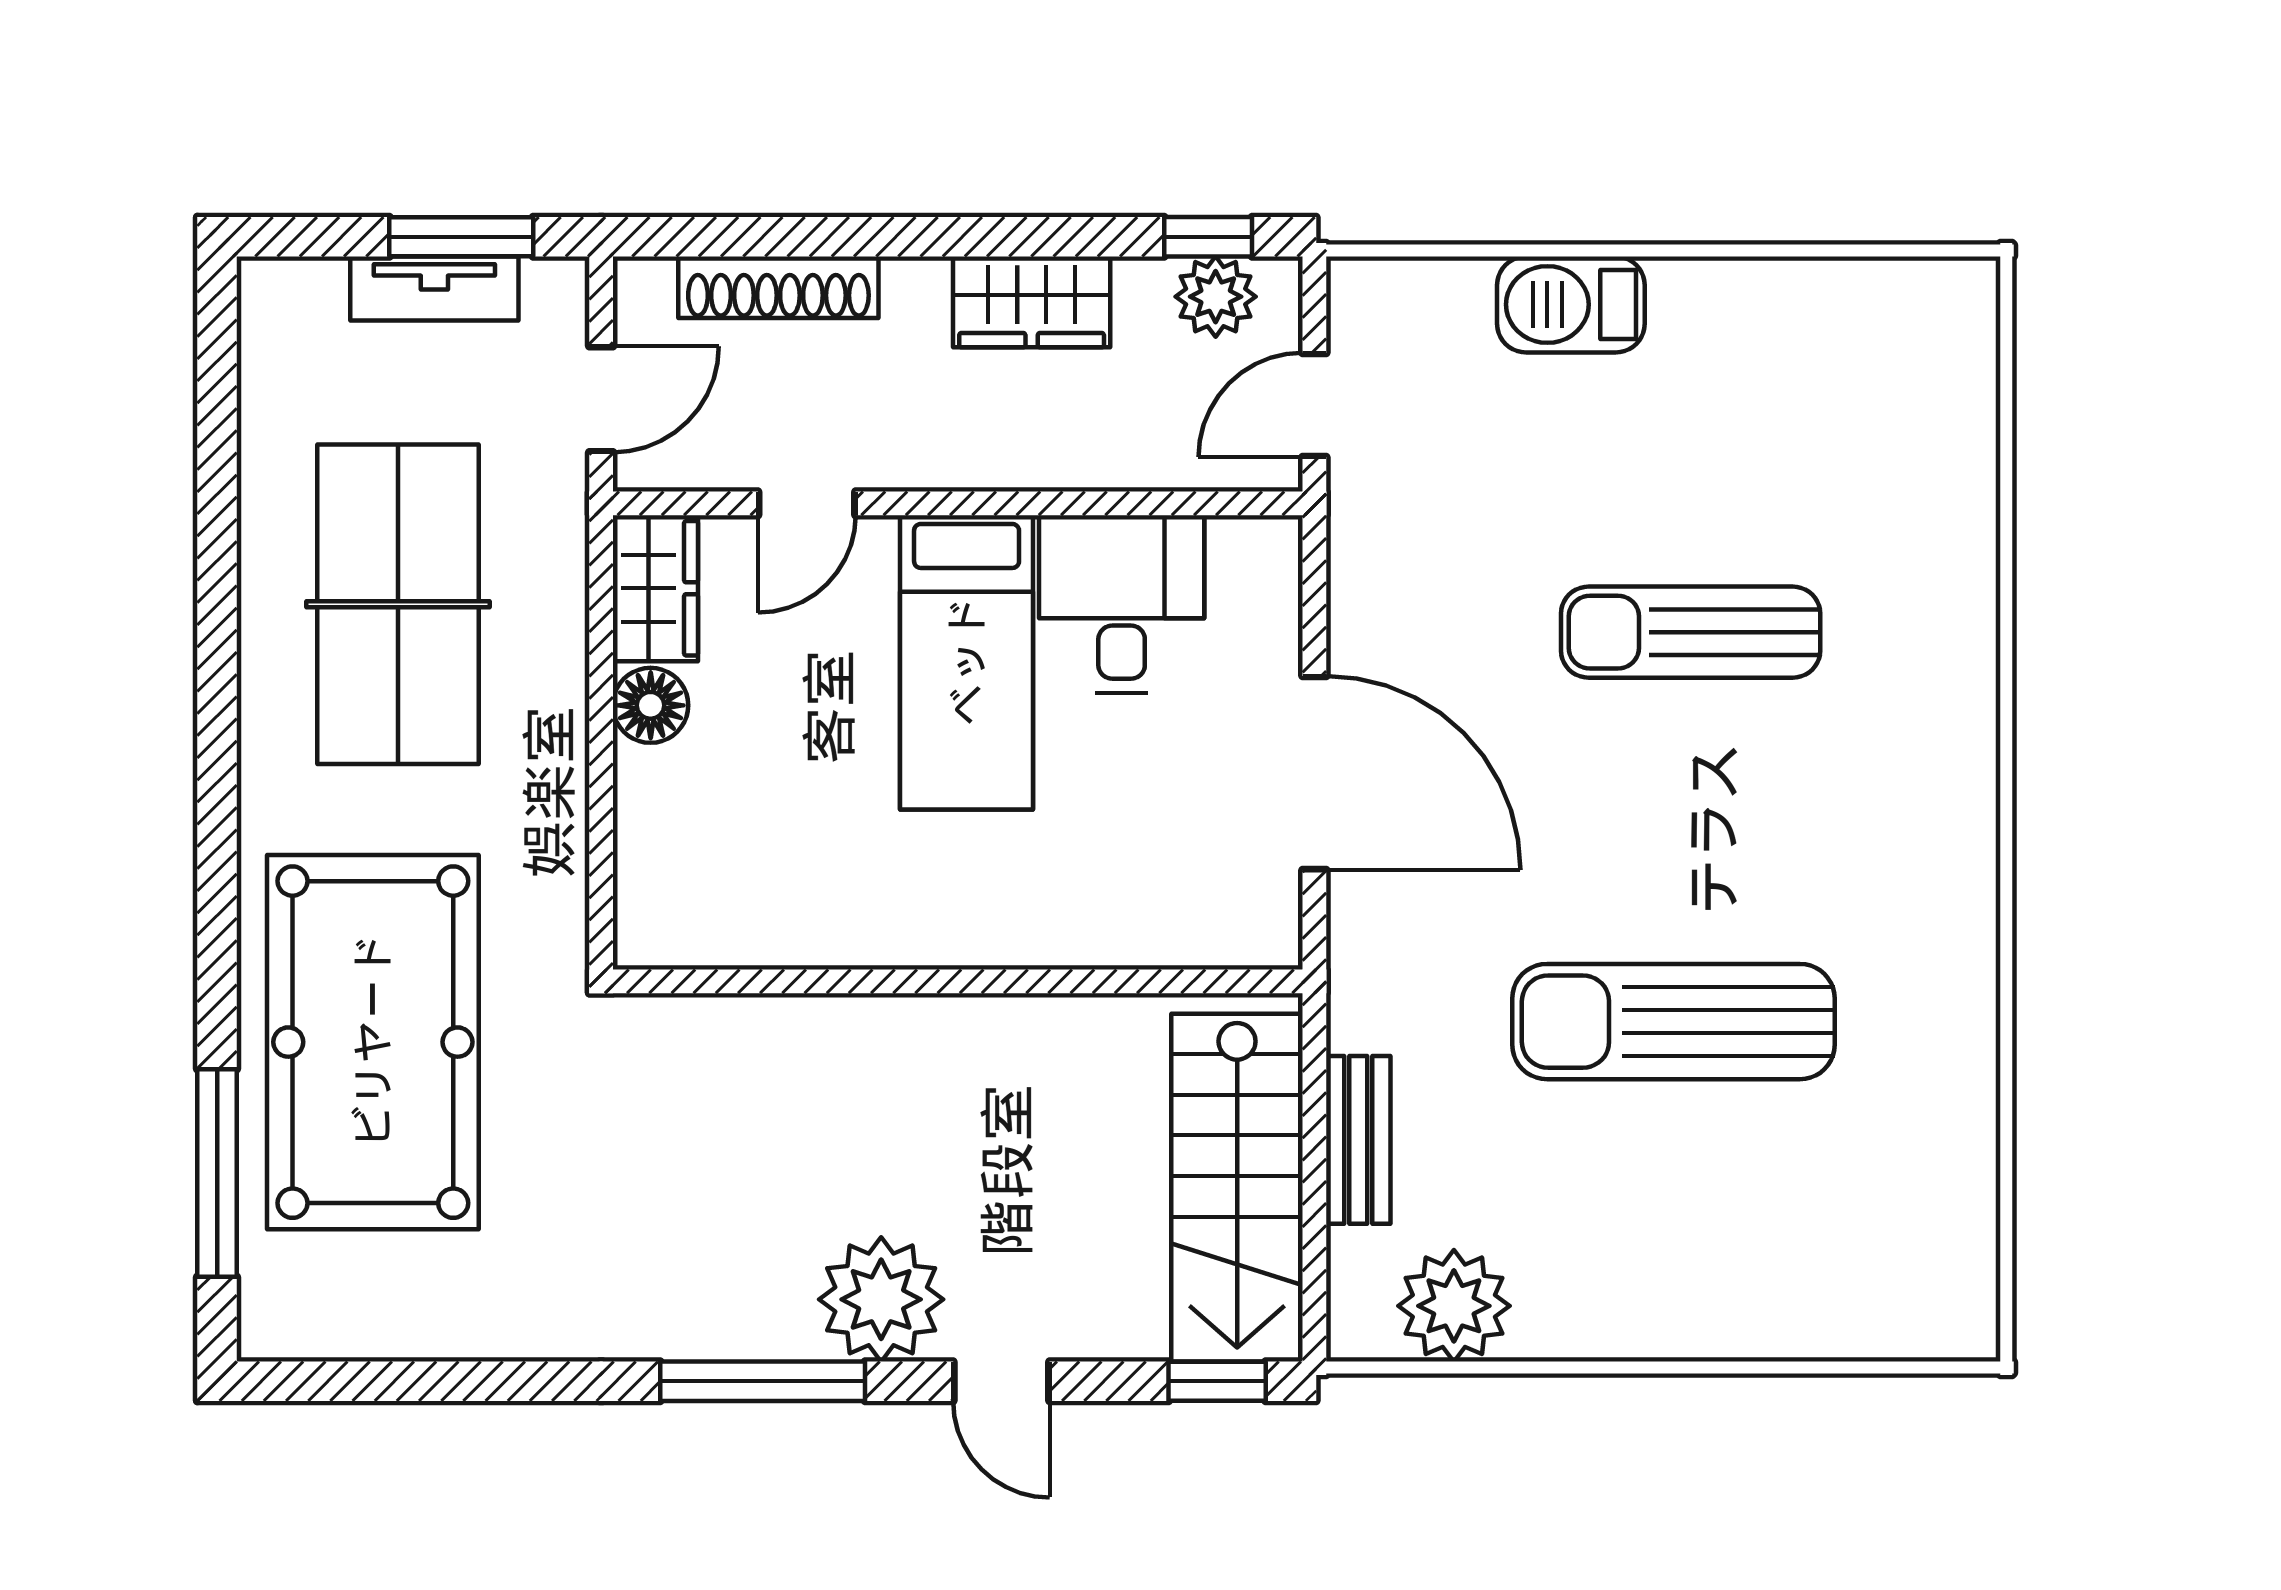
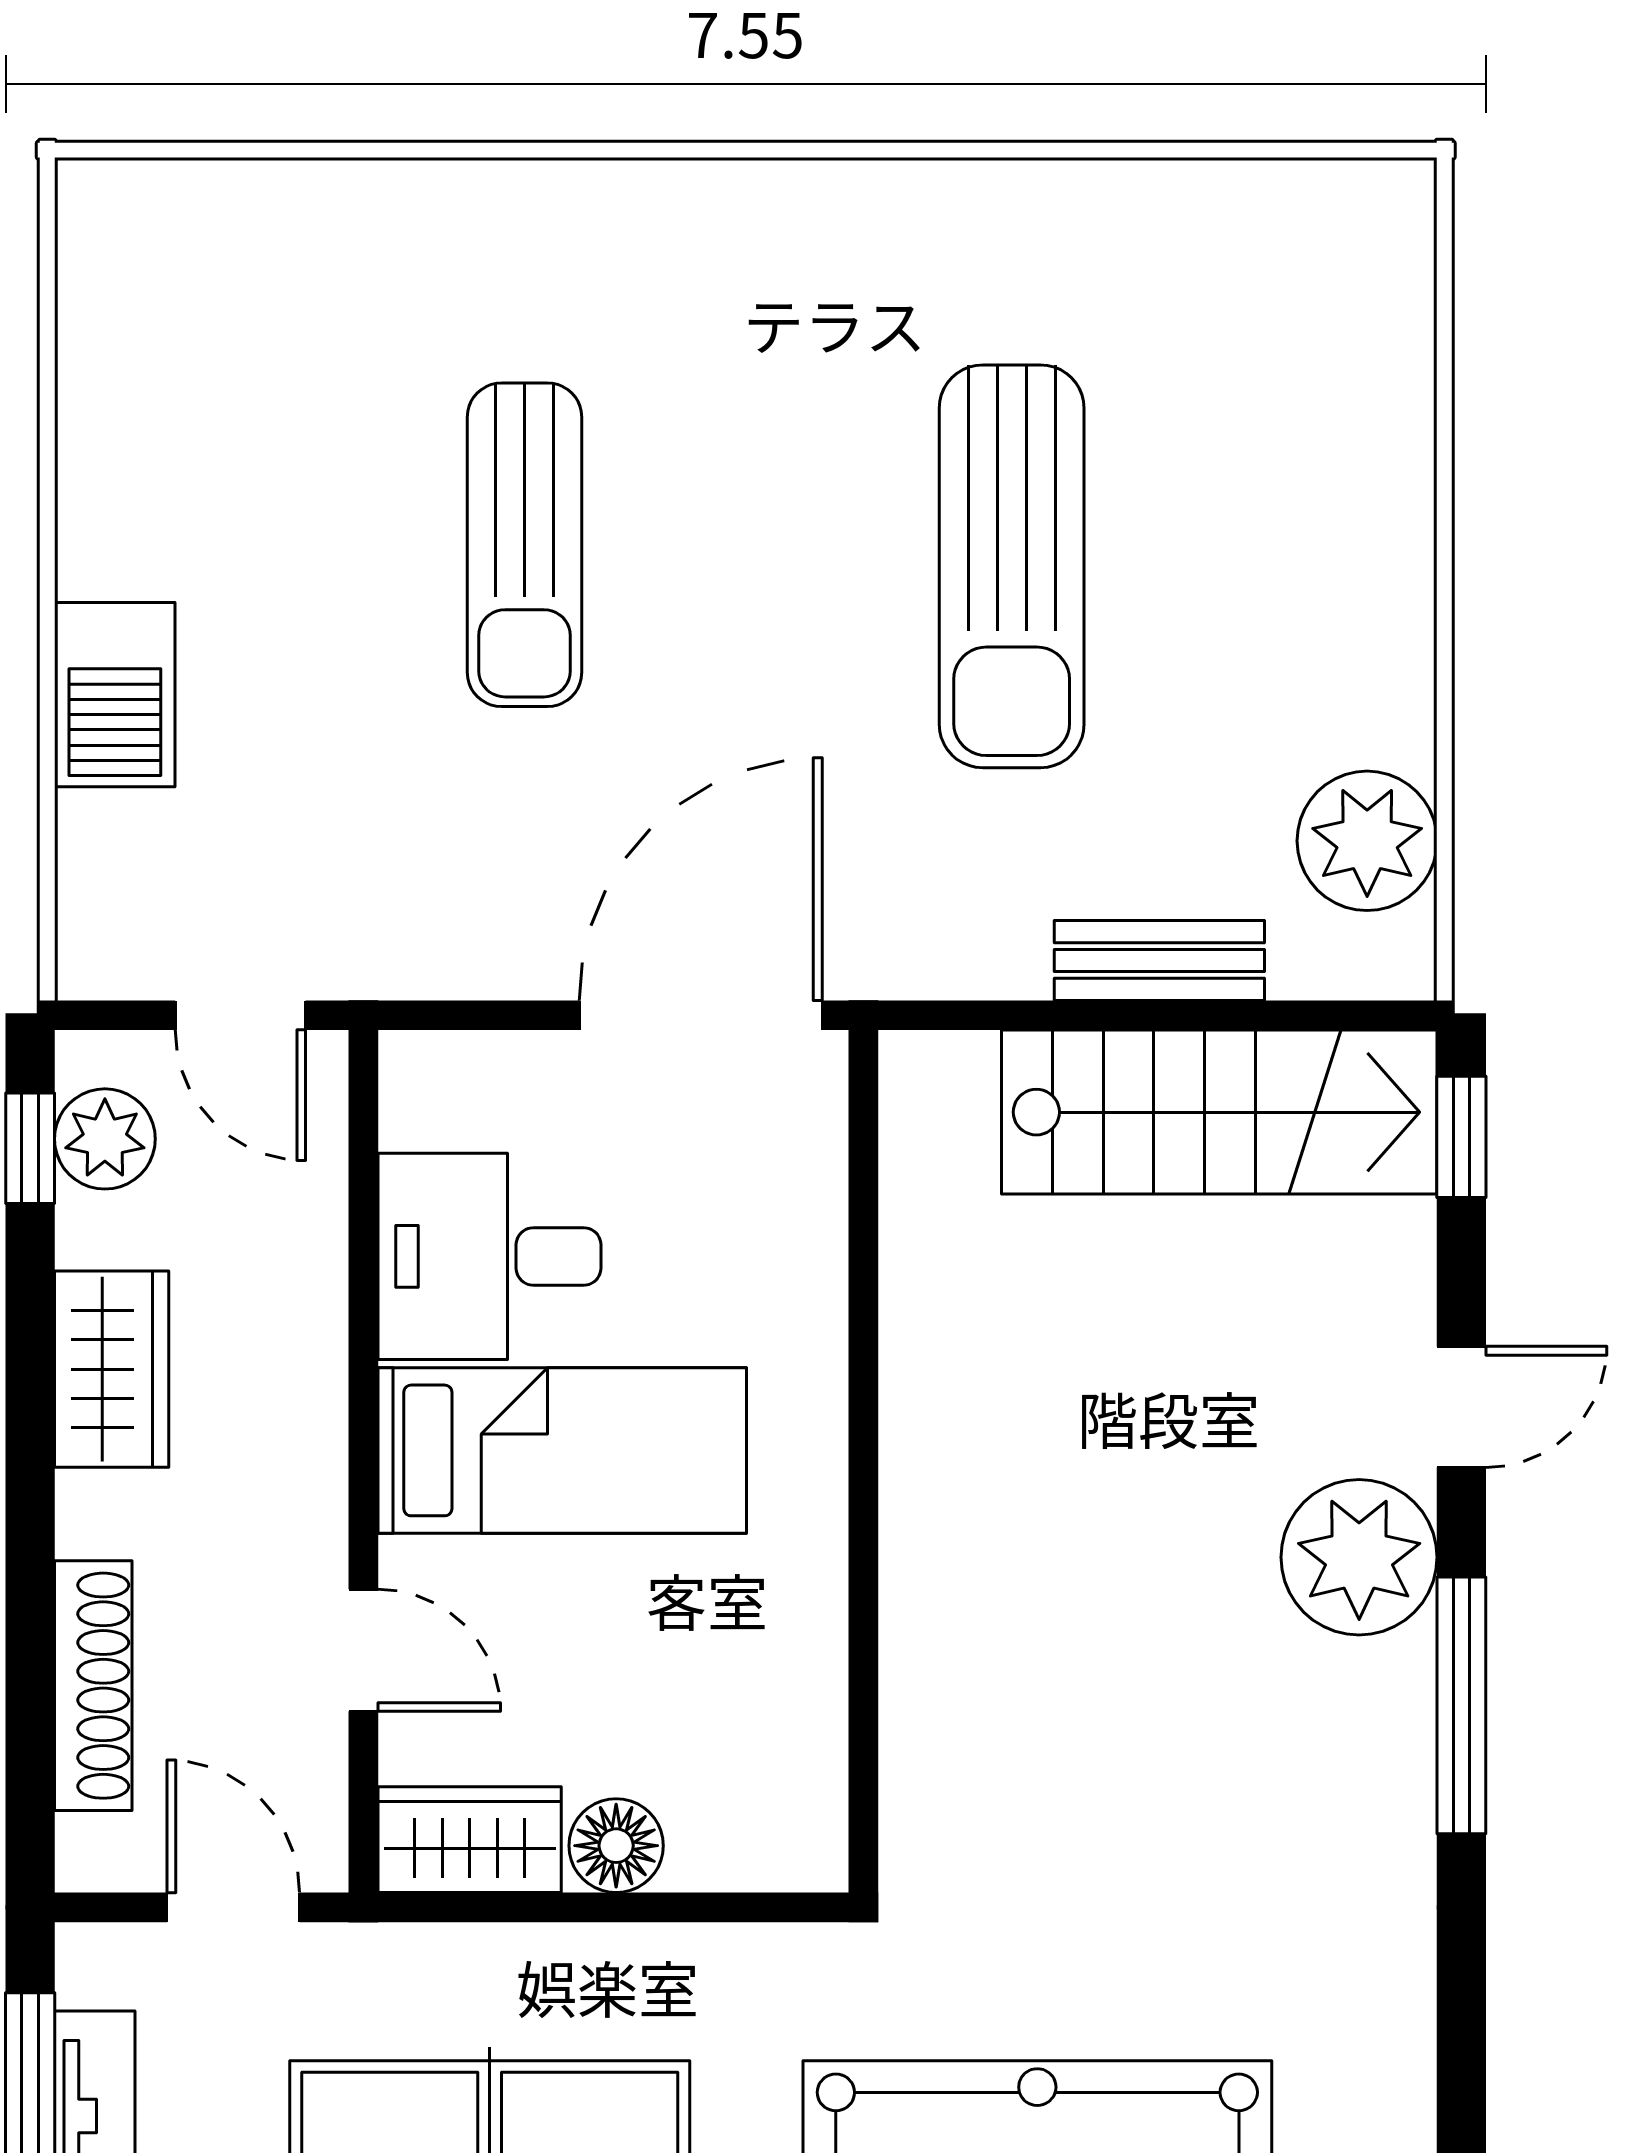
wall: (958, 981) -> (863, 1461), moved

